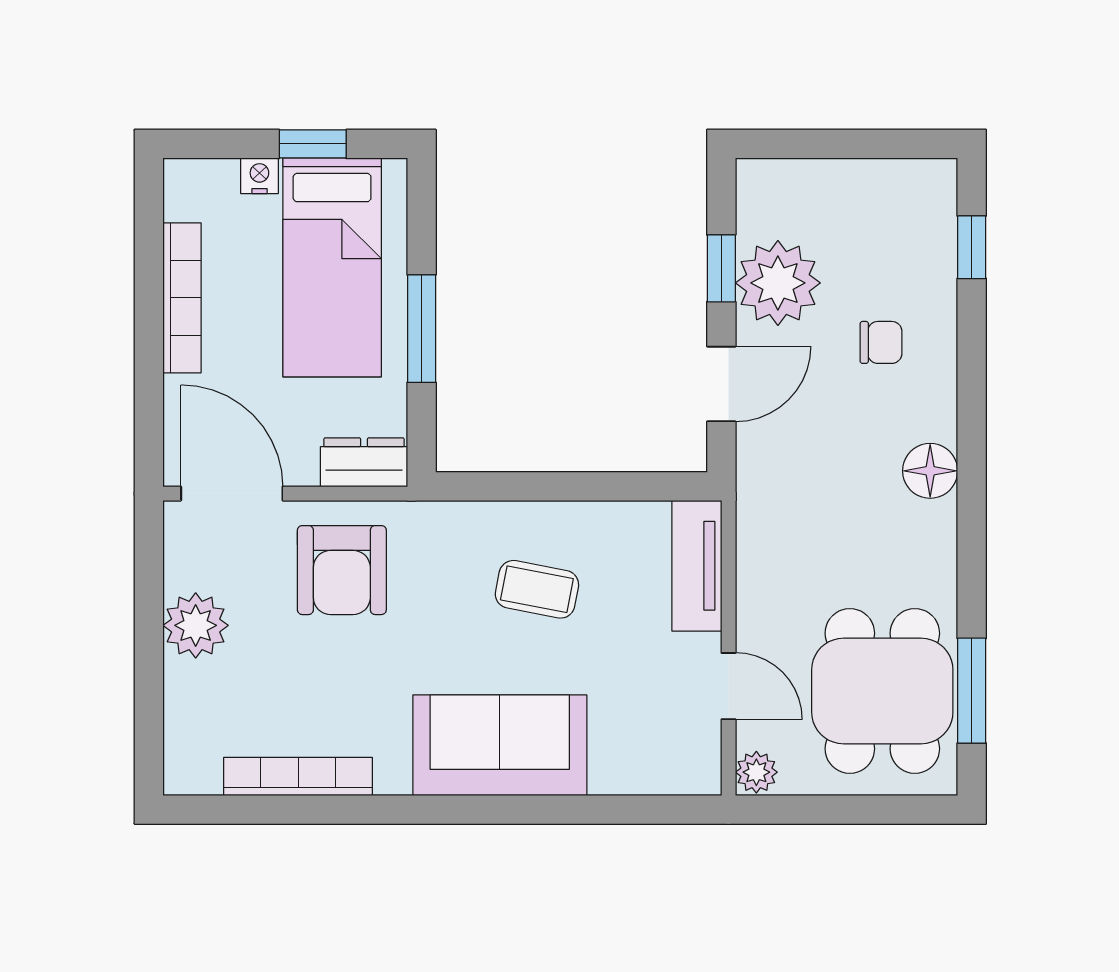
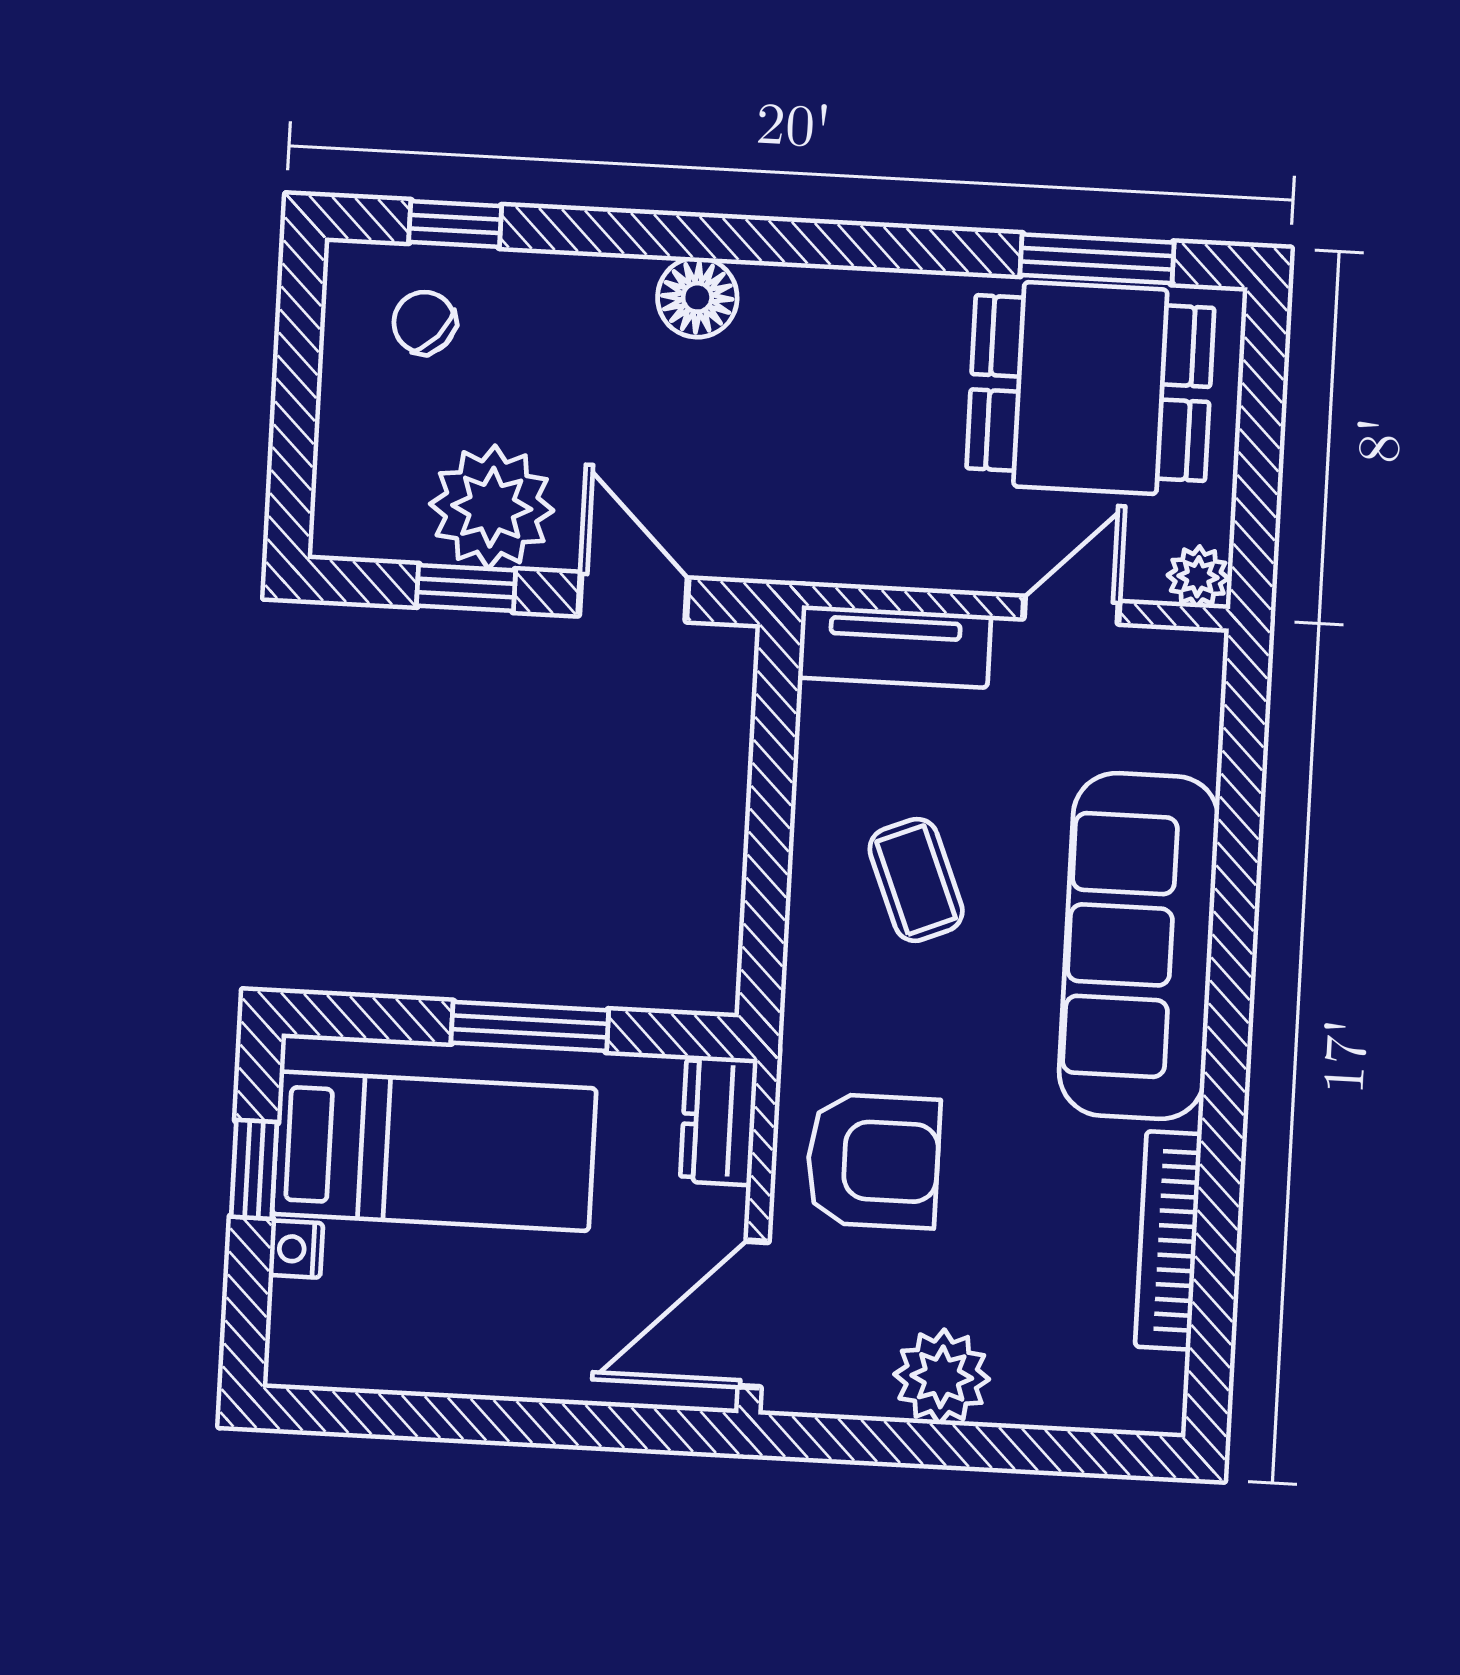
bookcase: (182, 298) -> (467, 1371), removed
chair: (881, 342) -> (424, 322), moved, turned -48
floor lamp: (930, 471) -> (697, 297), moved
coffee table: (537, 589) -> (916, 880), turned -33
sofa: (500, 745) -> (1139, 946), width x1.36

